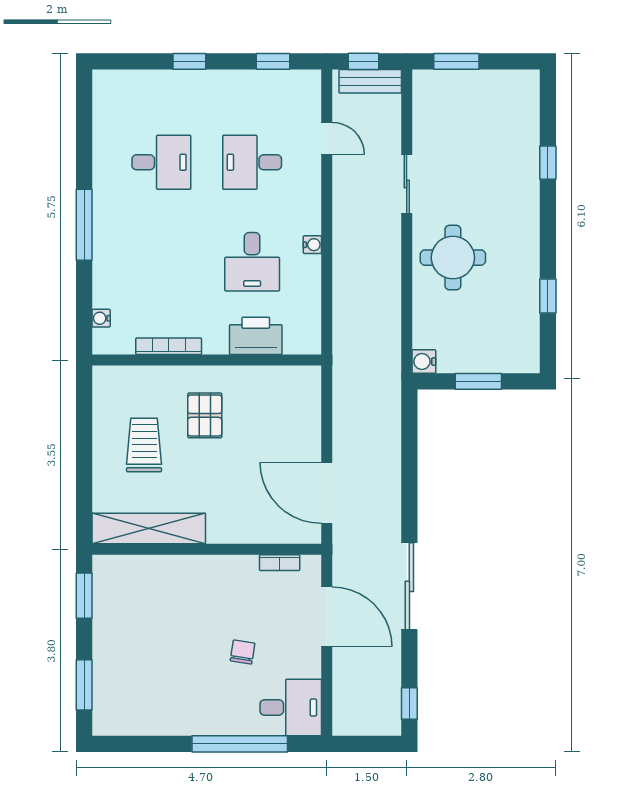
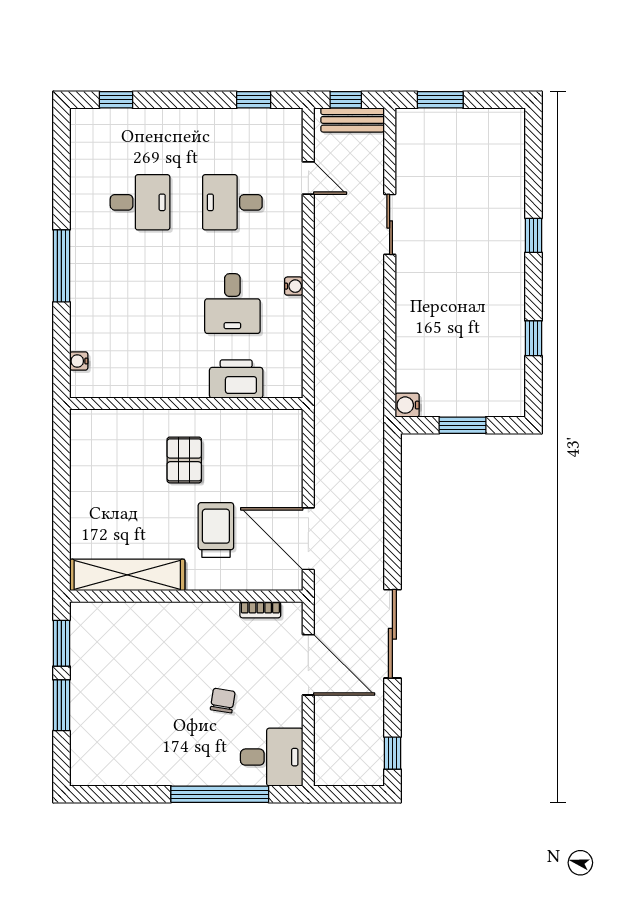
window: (189, 61) -> (116, 100), moved
window: (548, 163) -> (533, 235), moved
round table: (453, 258) -> (437, 299), removed
bookcase: (169, 346) -> (147, 390), removed
trolley: (144, 445) -> (216, 530), moved
window: (84, 685) -> (61, 705), moved

